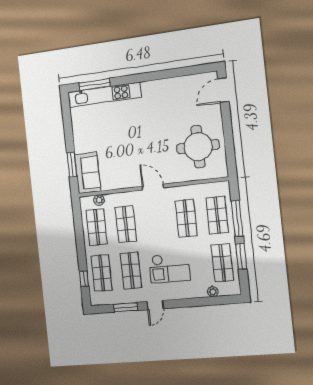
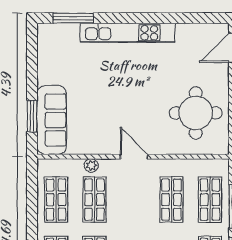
kitchen unit: (104, 95) -> (127, 33), moved
sofa: (88, 173) -> (52, 120), width x1.36
plant: (99, 200) -> (91, 165), moved

